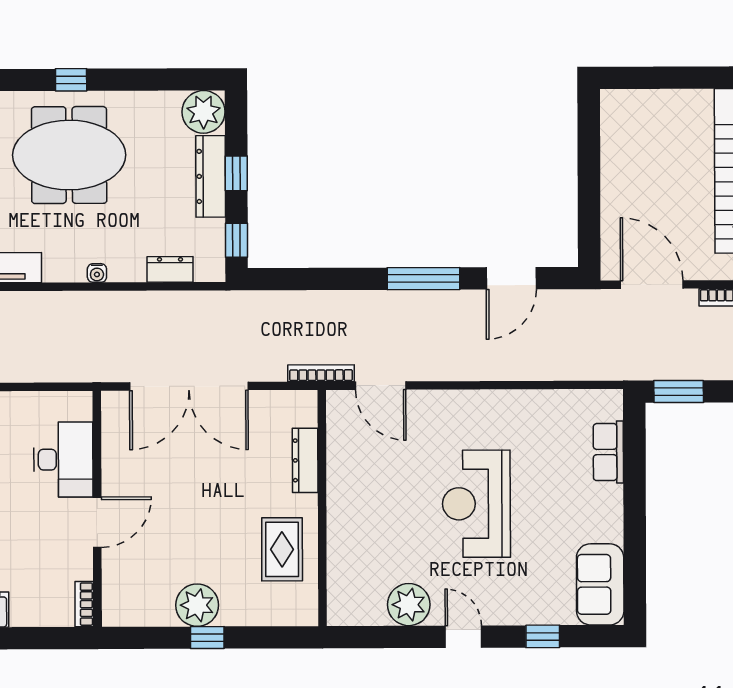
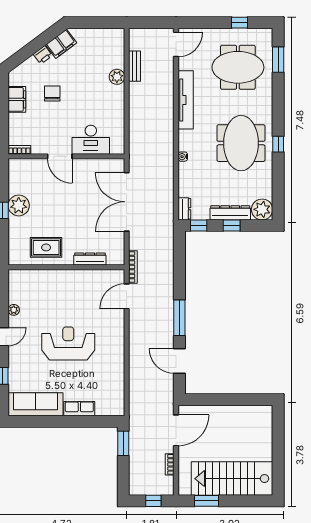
dresser: (170, 269) -> (184, 209), moved
row of seats: (608, 452) -> (79, 409), moved
sofa: (600, 584) -> (36, 404), width x1.36
plant: (409, 605) -> (14, 310), width x0.53, depth x0.53

